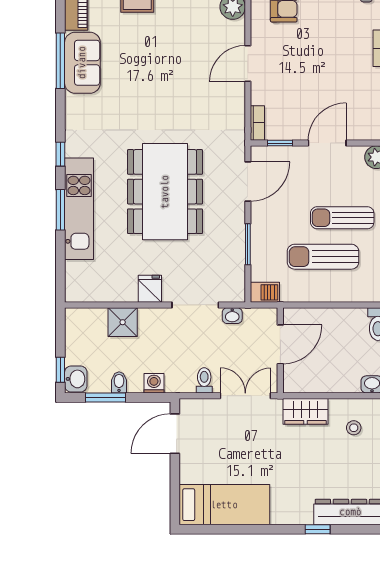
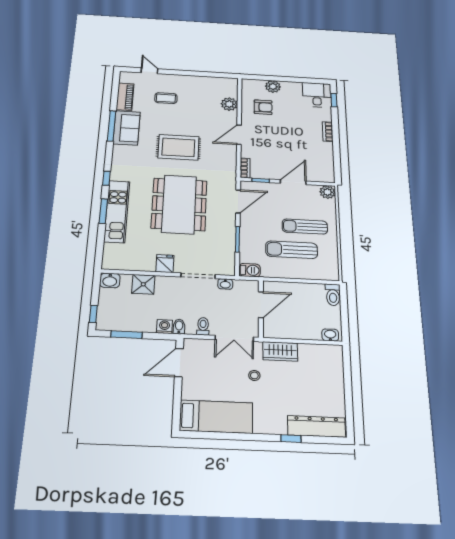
rug: (160, 93) -> (178, 147), added
washbasin: (76, 379) -> (110, 280), moved, turned 90
bidet: (119, 382) -> (179, 327), moved
double door: (245, 396) -> (234, 338), swing flipped
stool: (354, 428) -> (254, 375), moved

